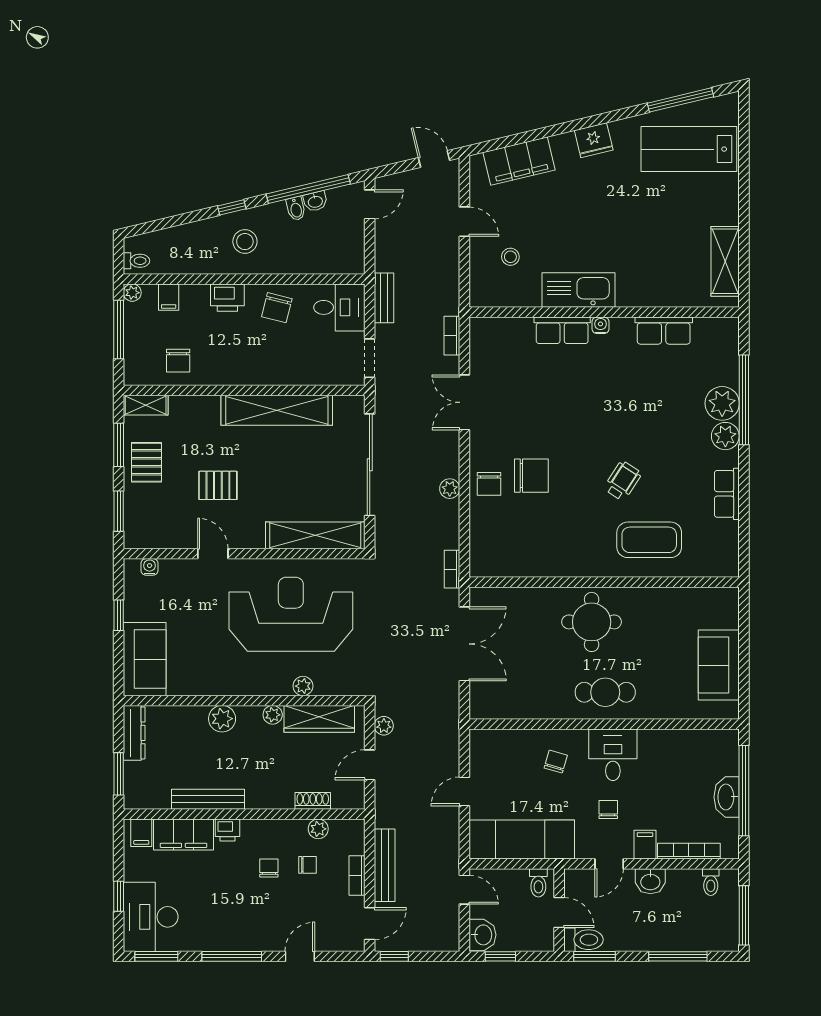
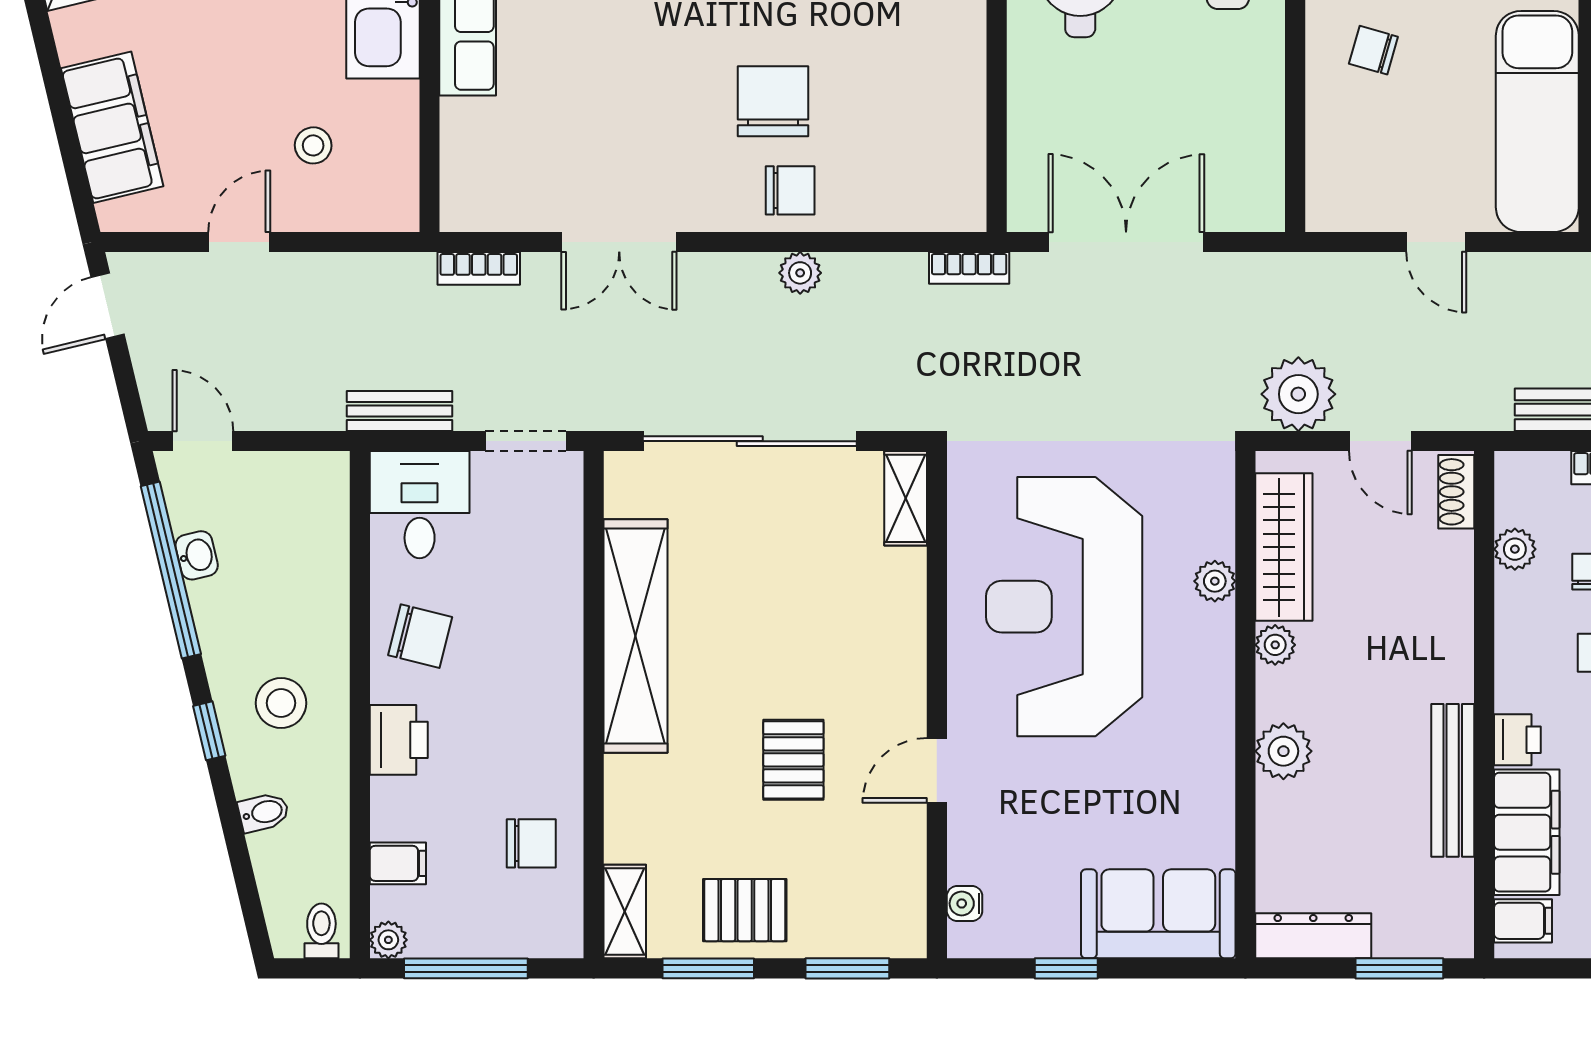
bidet: (296, 209) -> (264, 812), moved
shelving: (315, 535) -> (906, 498), width x0.45, depth x0.75
plant: (384, 726) -> (1298, 394), width x1.88, depth x1.88
shoe rack: (313, 801) -> (1456, 492), moved

